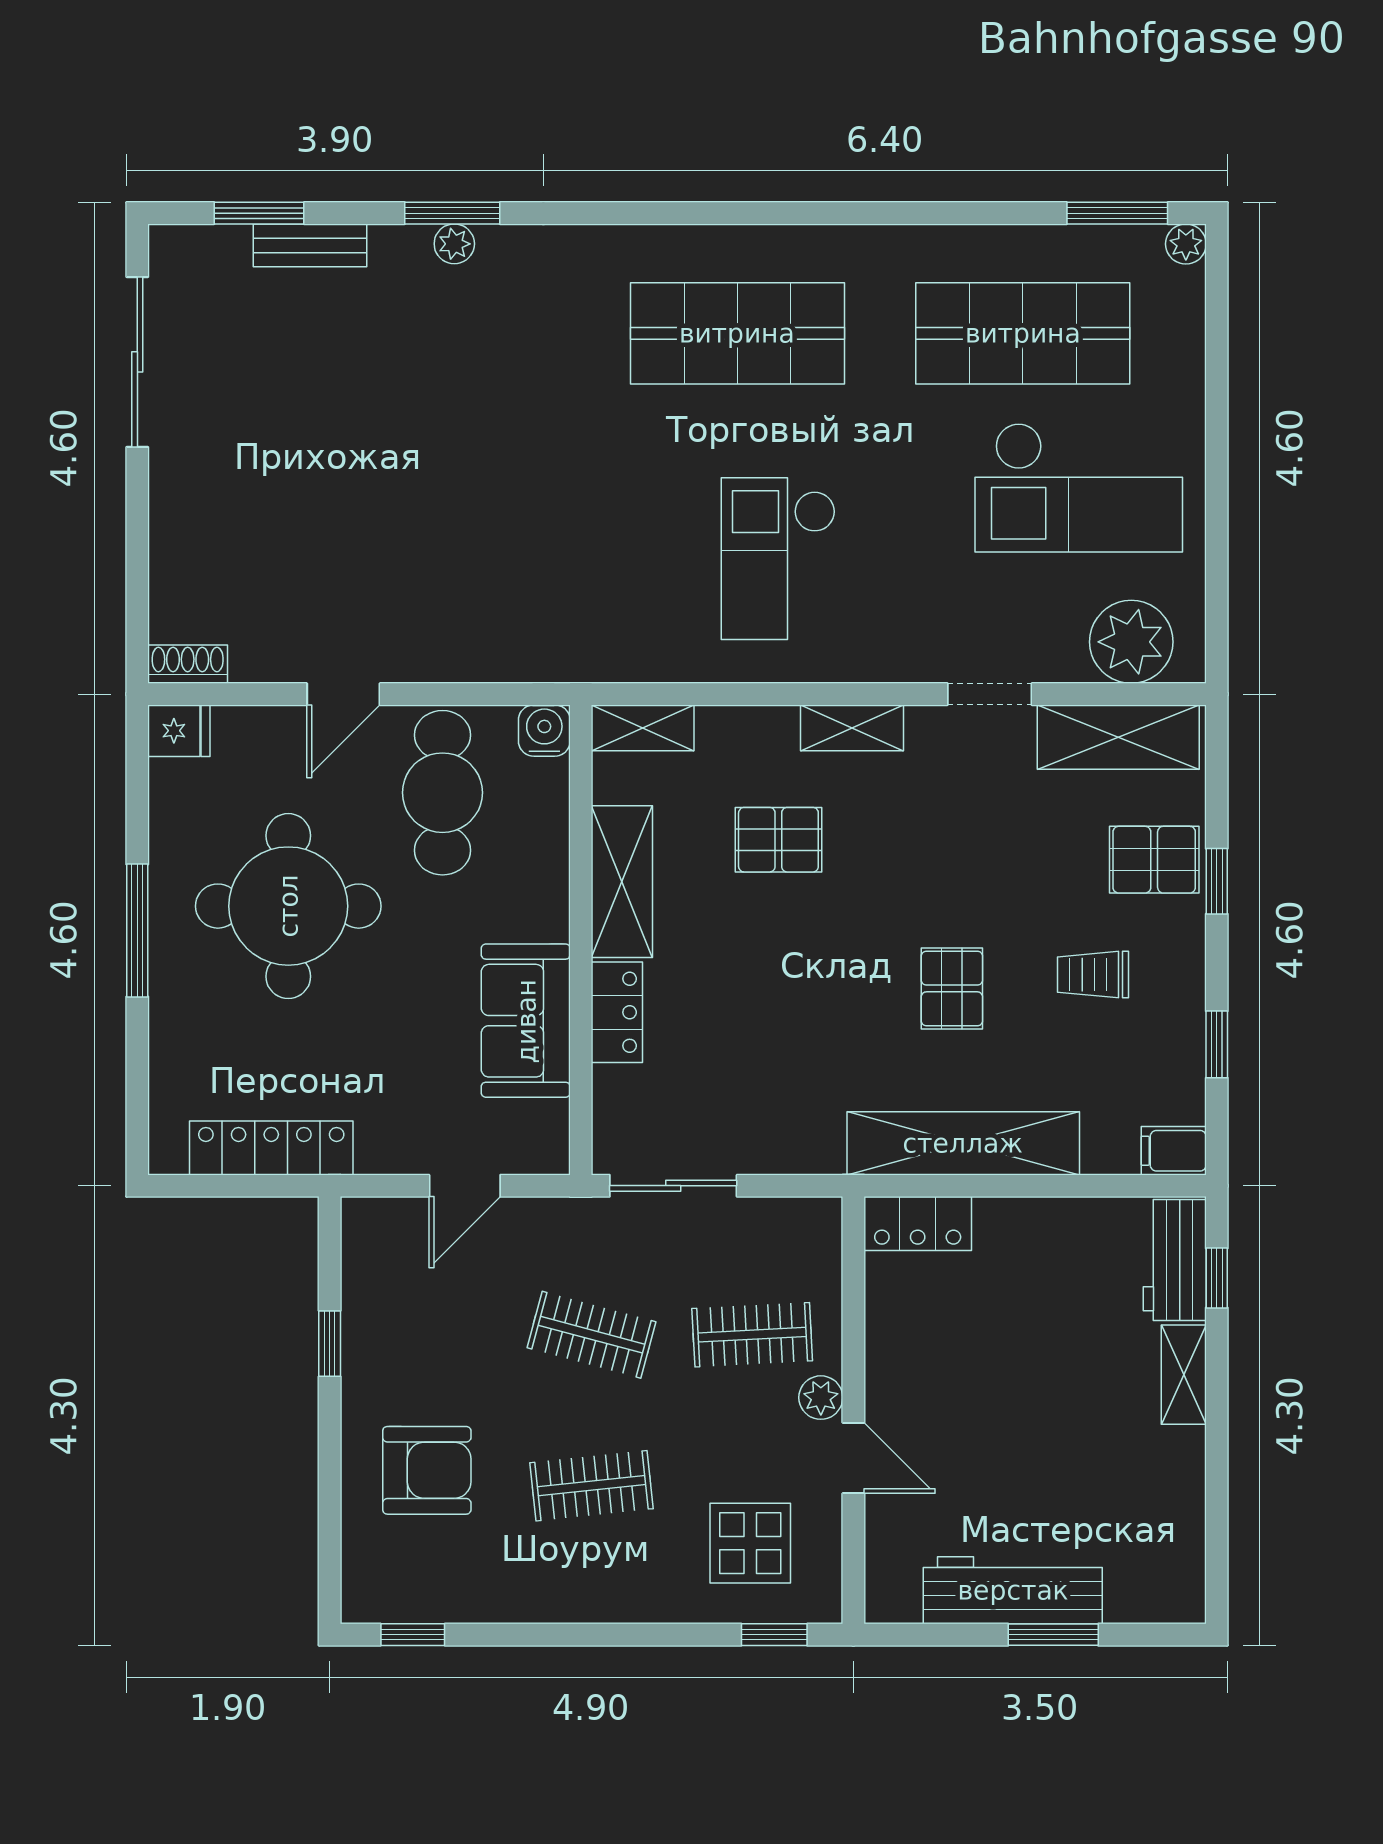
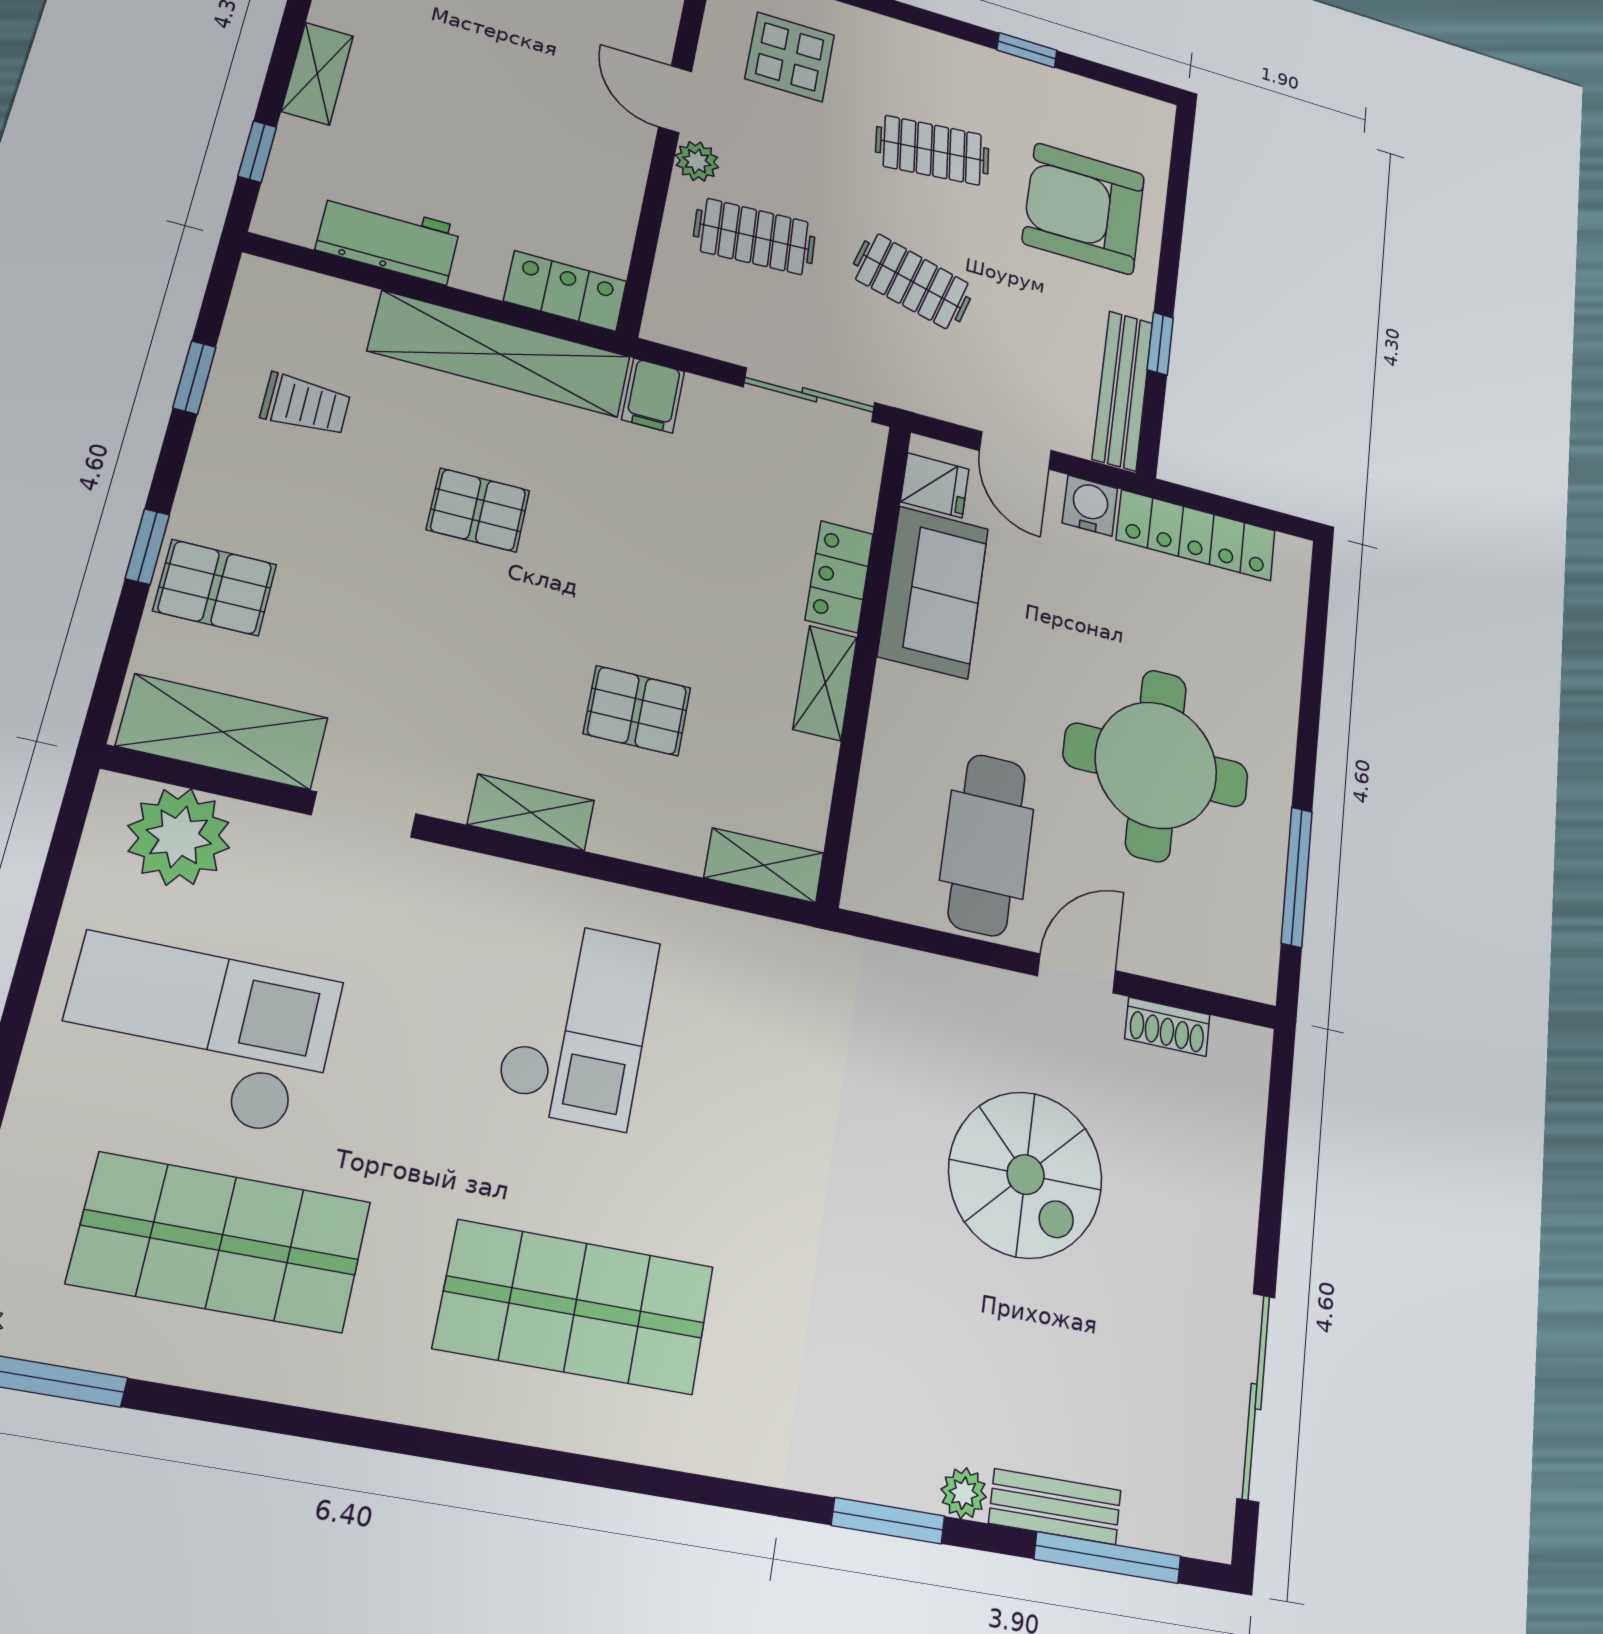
window: (259, 213) -> (1108, 1558), width x1.44
plant: (454, 244) -> (964, 1493), moved
spiral stairs: (369, 509) -> (1026, 1175), added
shoe rack: (188, 664) -> (1167, 1027), moved
fridge: (179, 731) -> (935, 485), moved, turned 180
water cooler: (544, 731) -> (1090, 506), moved, turned 180
shelving: (622, 882) -> (825, 683), width x0.67, depth x0.75
window: (137, 931) -> (1297, 877), moved
trolley: (1093, 975) -> (306, 405), moved
pallet: (952, 988) -> (478, 510), turned 90
filing cabinet: (1174, 1151) -> (653, 395), moved, turned 90
door: (465, 1186) -> (1015, 450), swing flipped
workbench: (1175, 1260) -> (388, 238), moved, turned -90
bench: (364, 1281) -> (1123, 390), added
armchair: (427, 1470) -> (1084, 209), width x1.36, depth x1.36
window: (413, 1635) -> (1027, 50), moved

